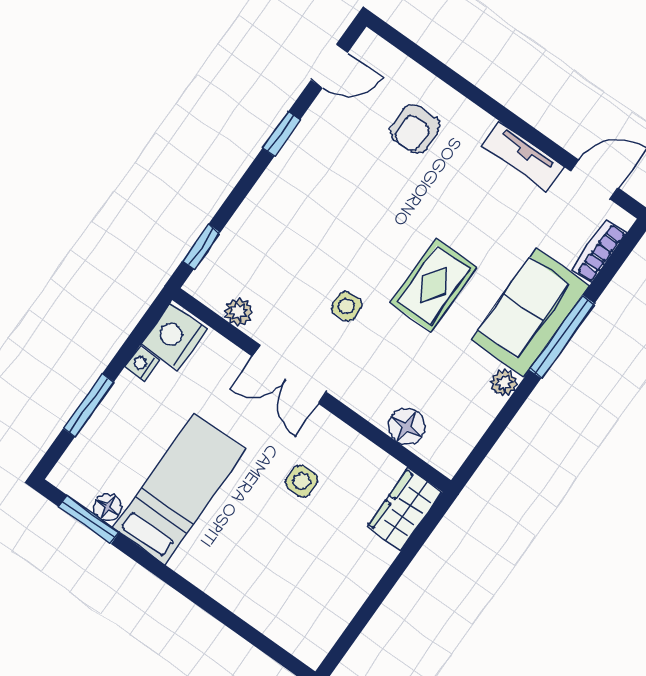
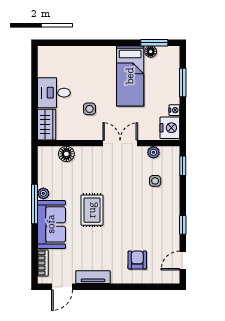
side table: (347, 306) -> (155, 181), moved
window: (562, 337) -> (34, 204), moved
desk: (347, 560) -> (54, 93), added

